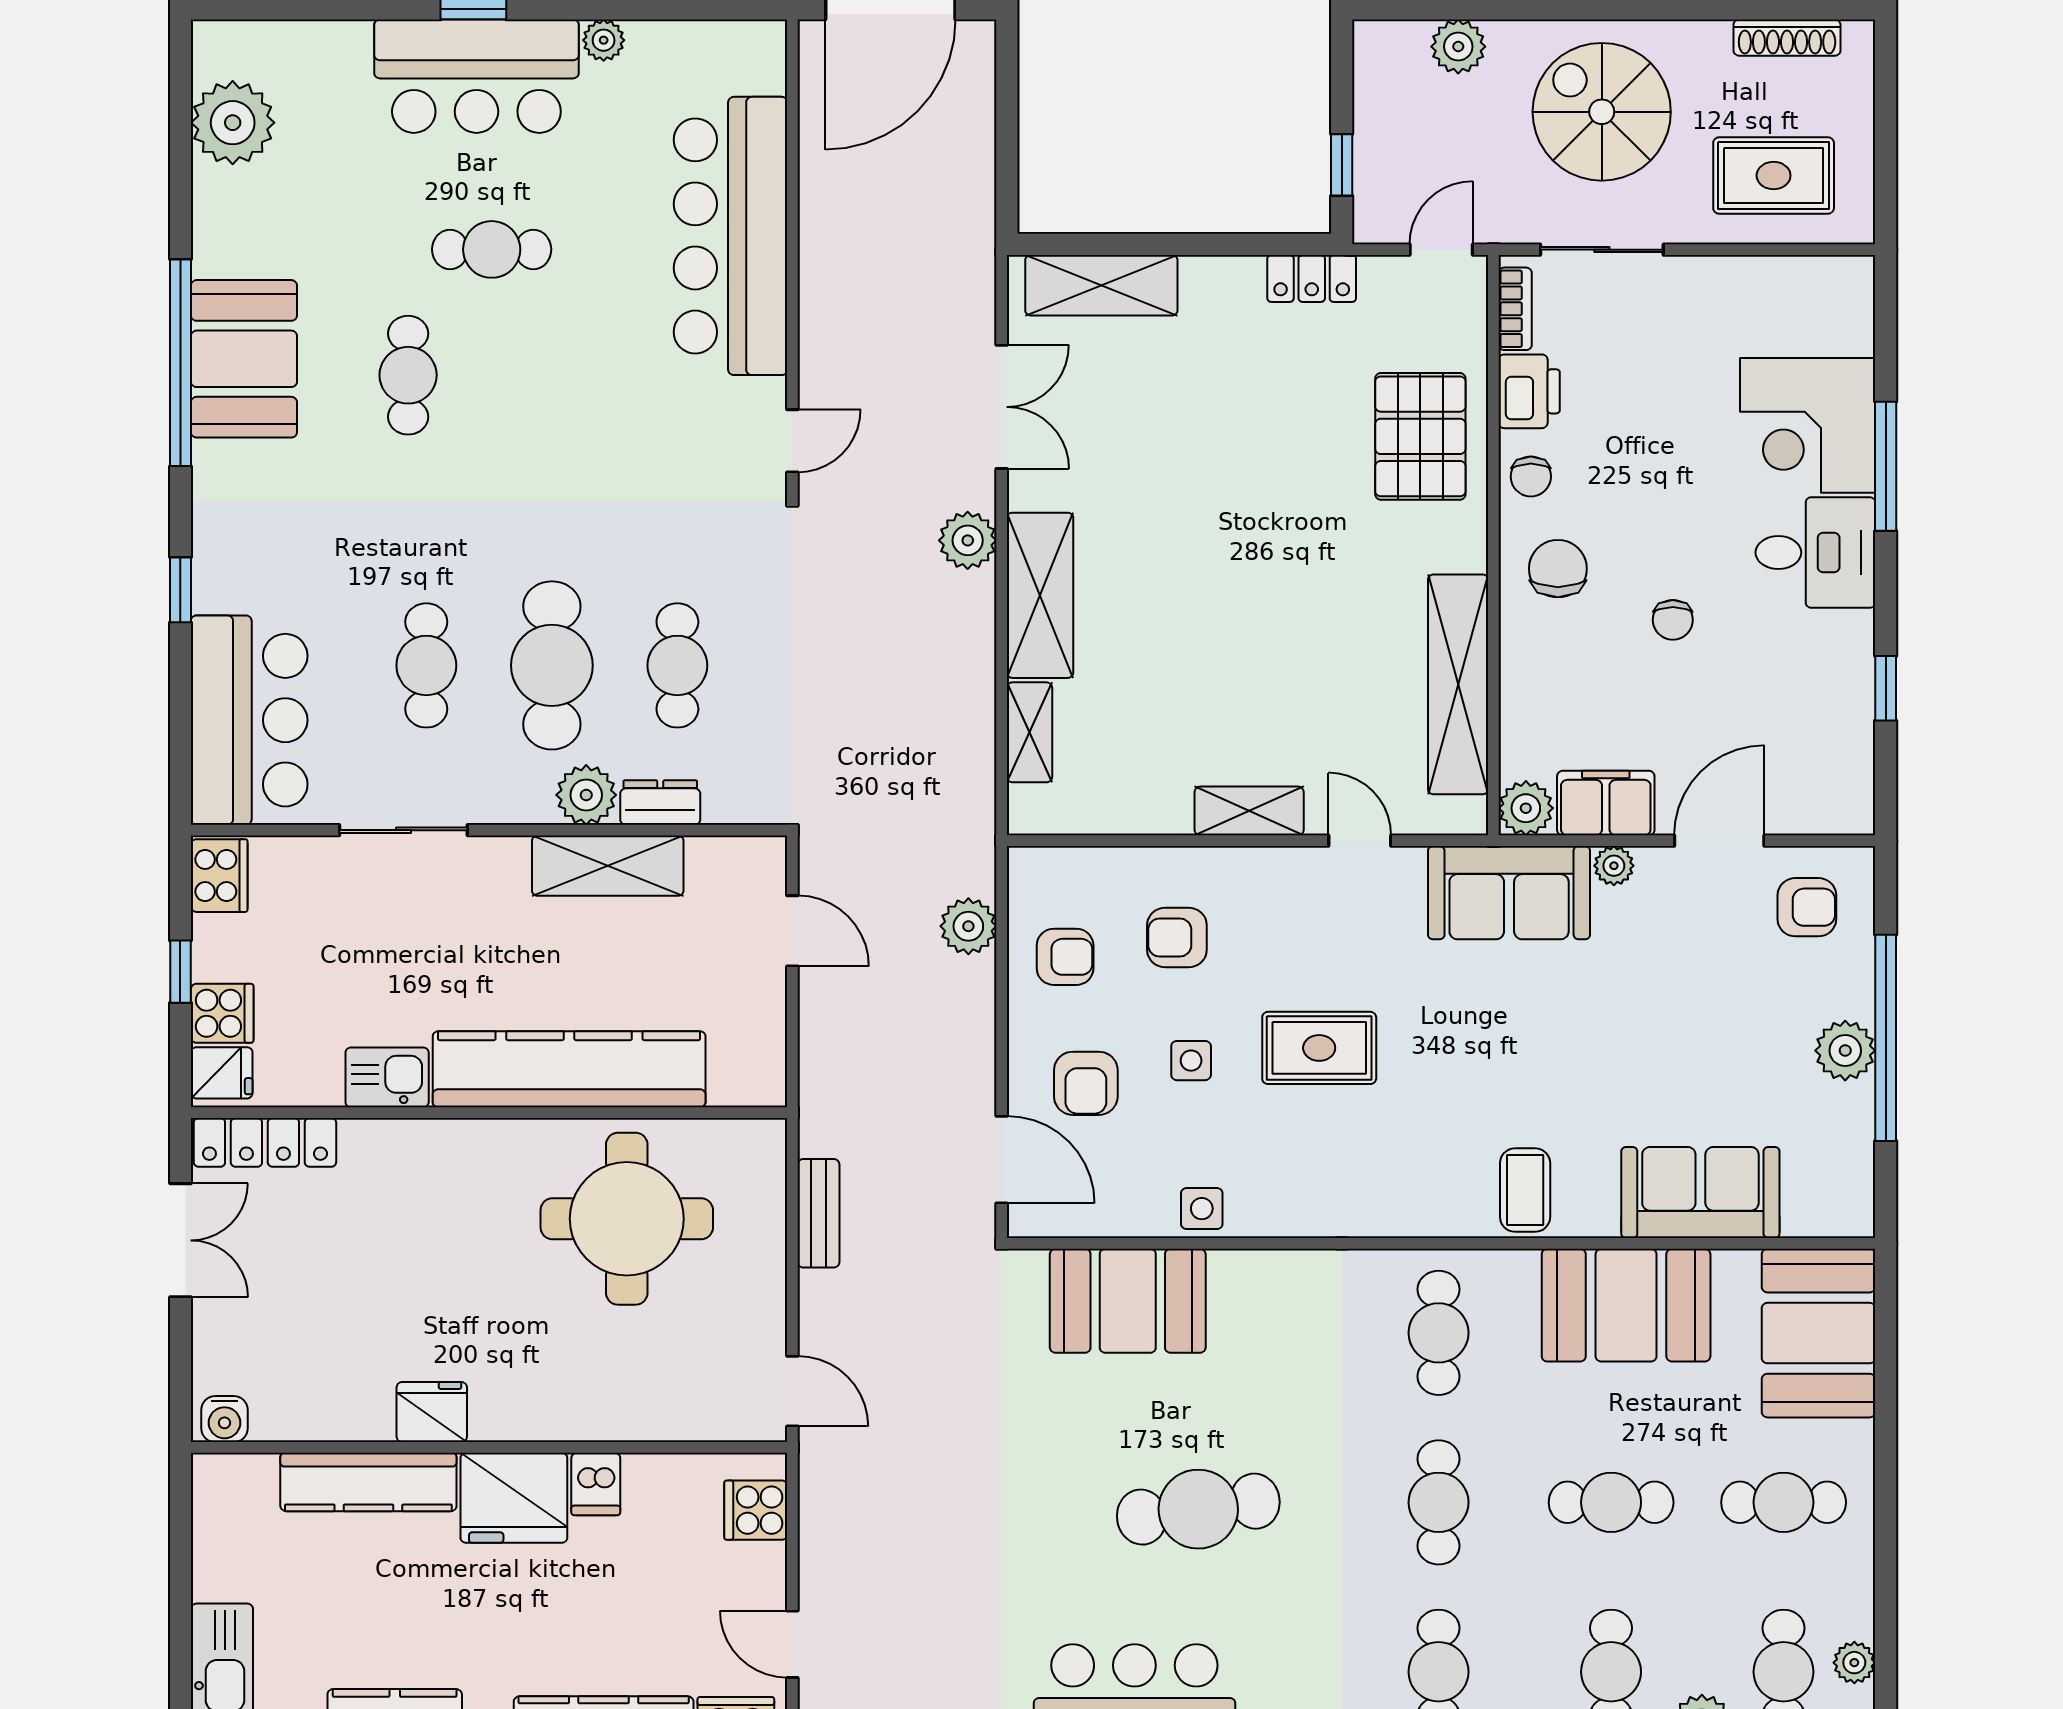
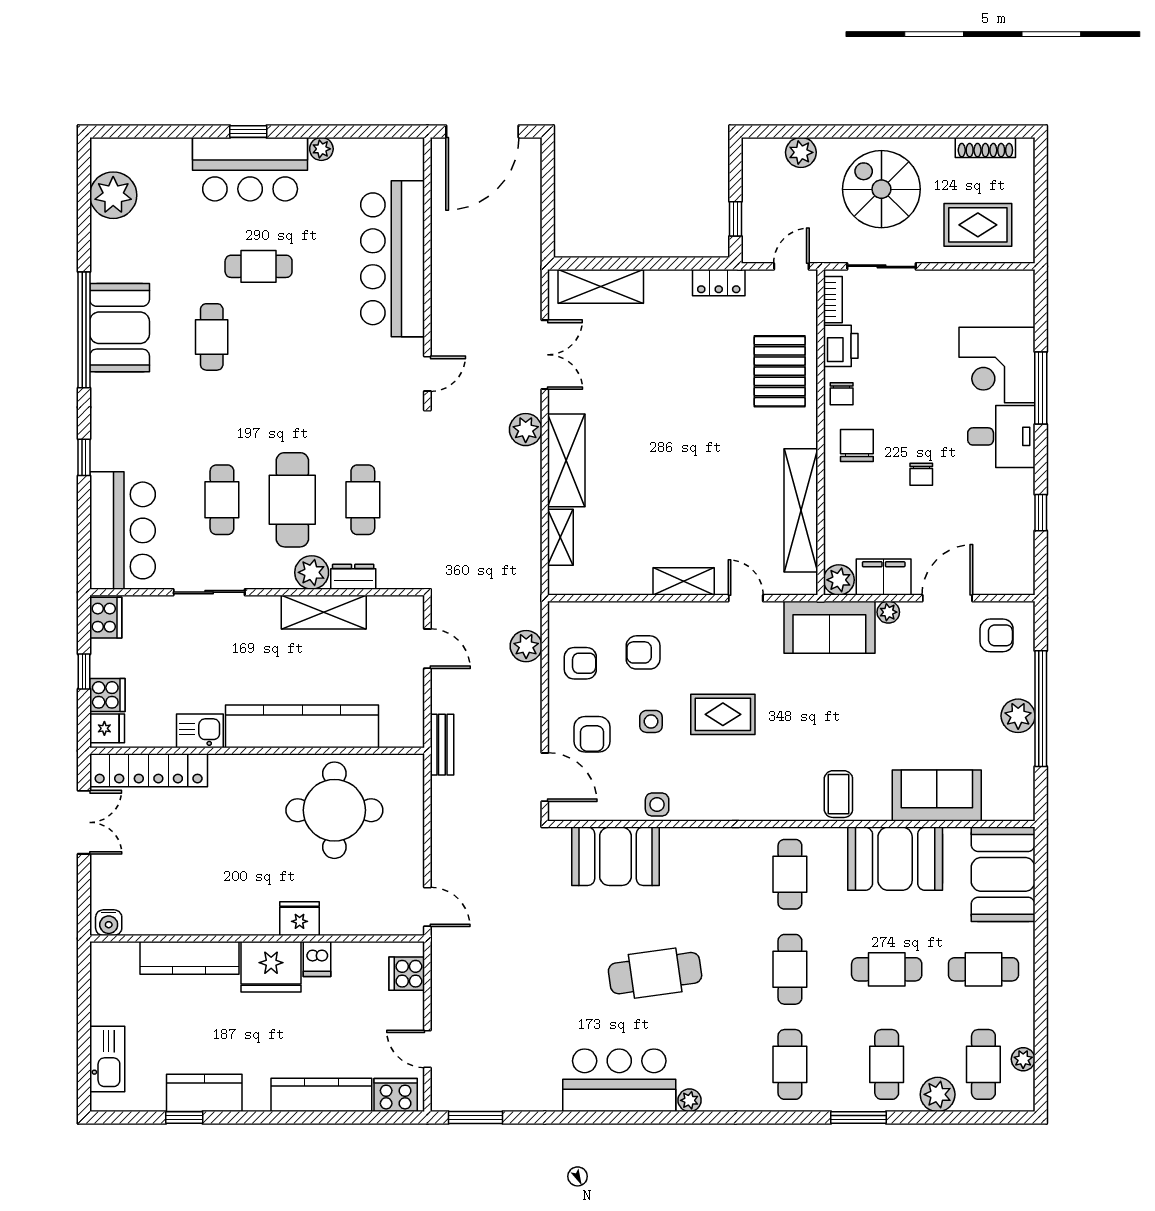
locker: (265, 1142) -> (149, 770), width x1.41, depth x1.21
bench: (818, 1213) -> (442, 745), moved
fridge: (432, 1412) -> (300, 919), moved

